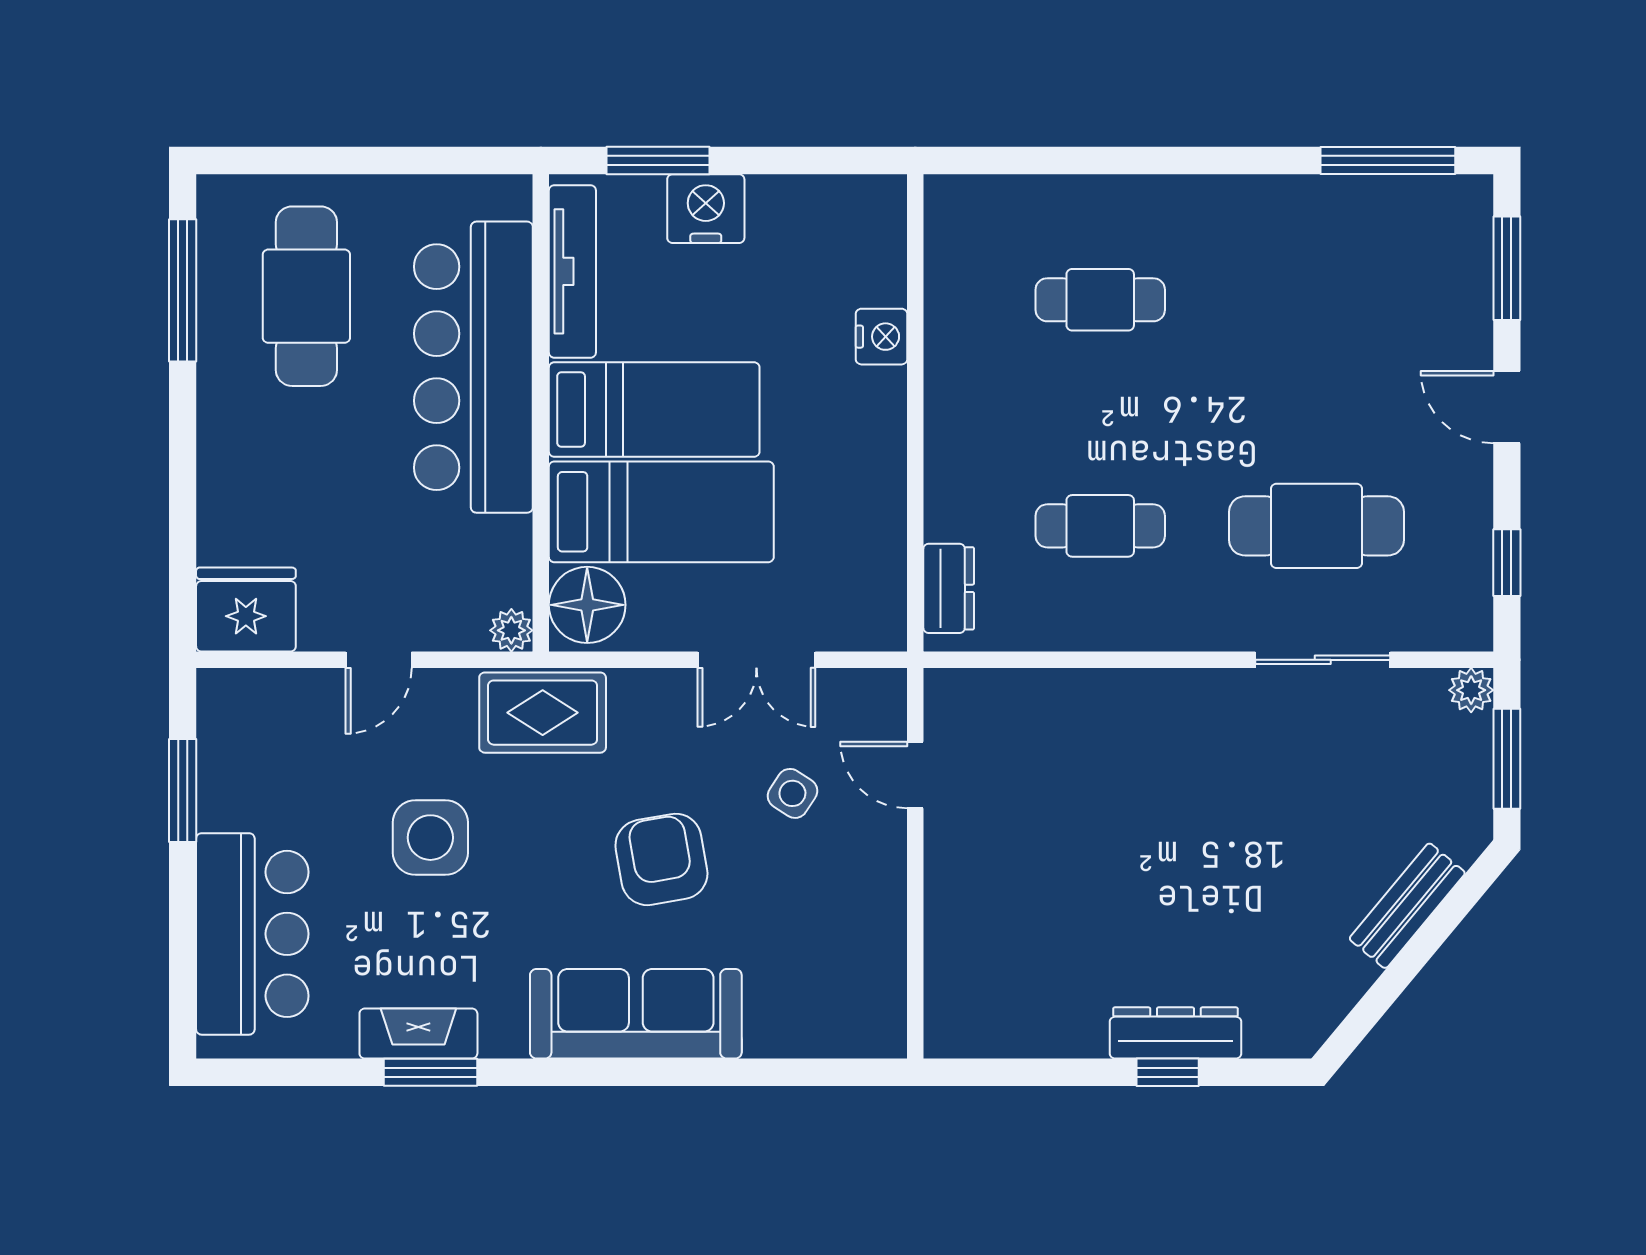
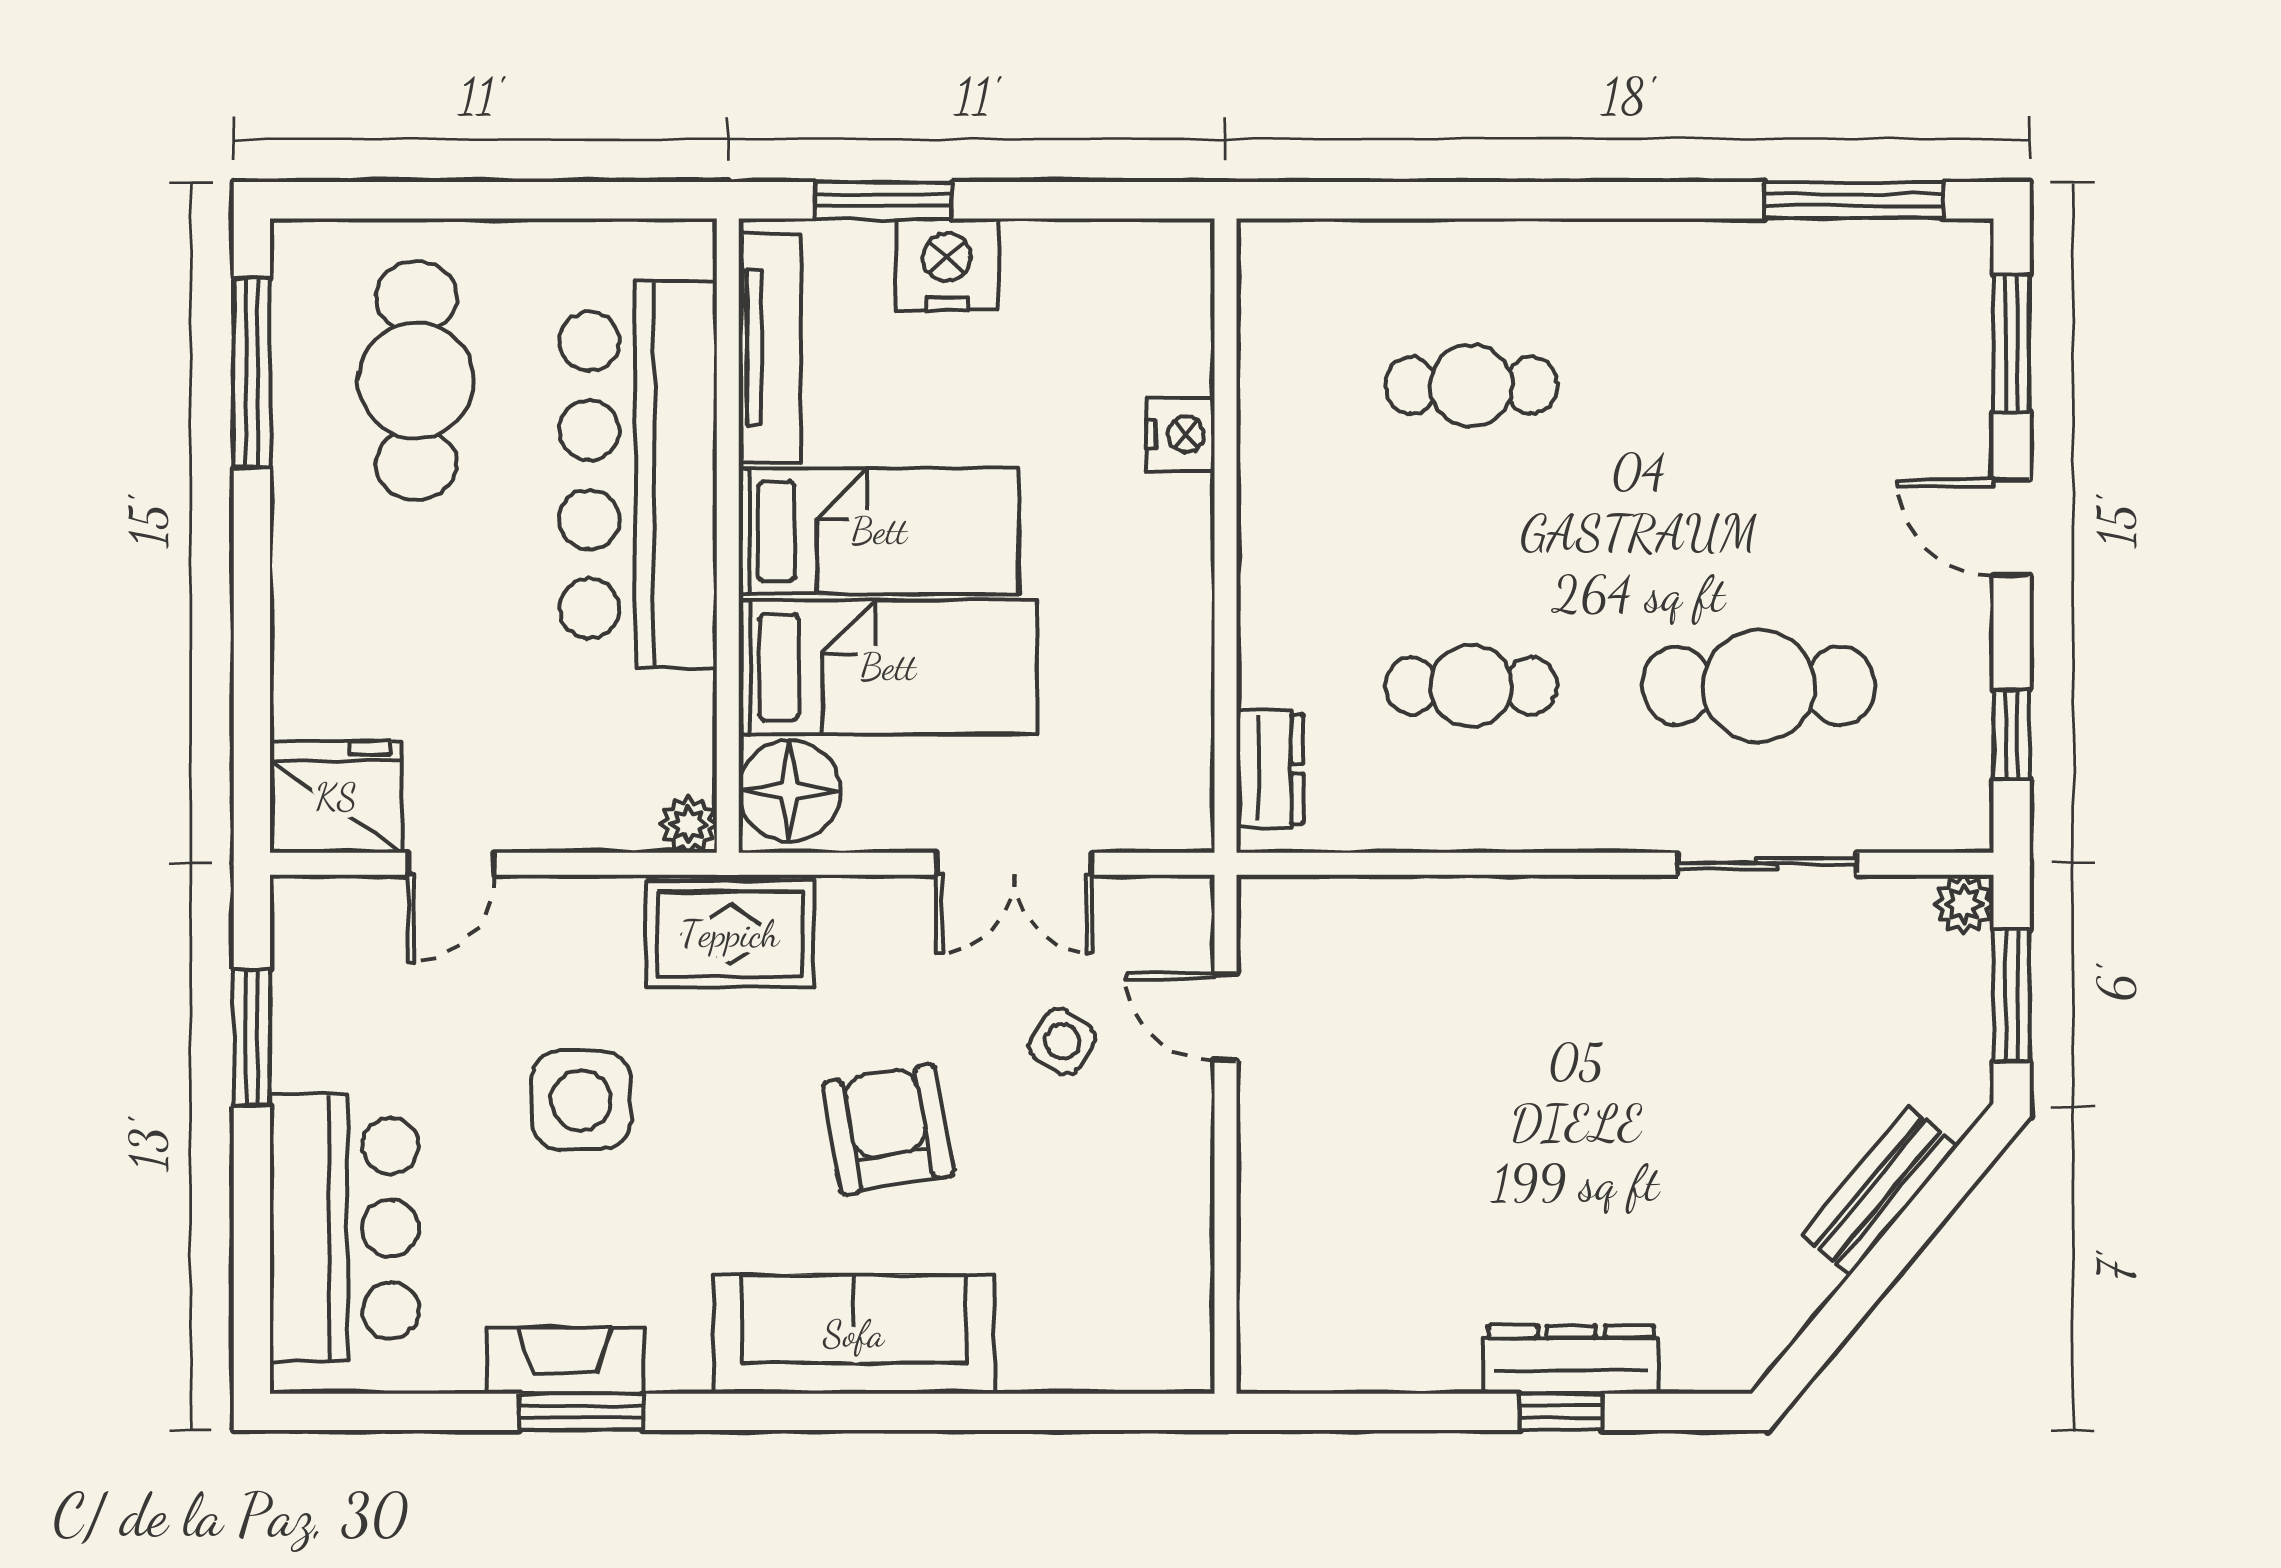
door: (379, 660) -> (451, 864), moved

